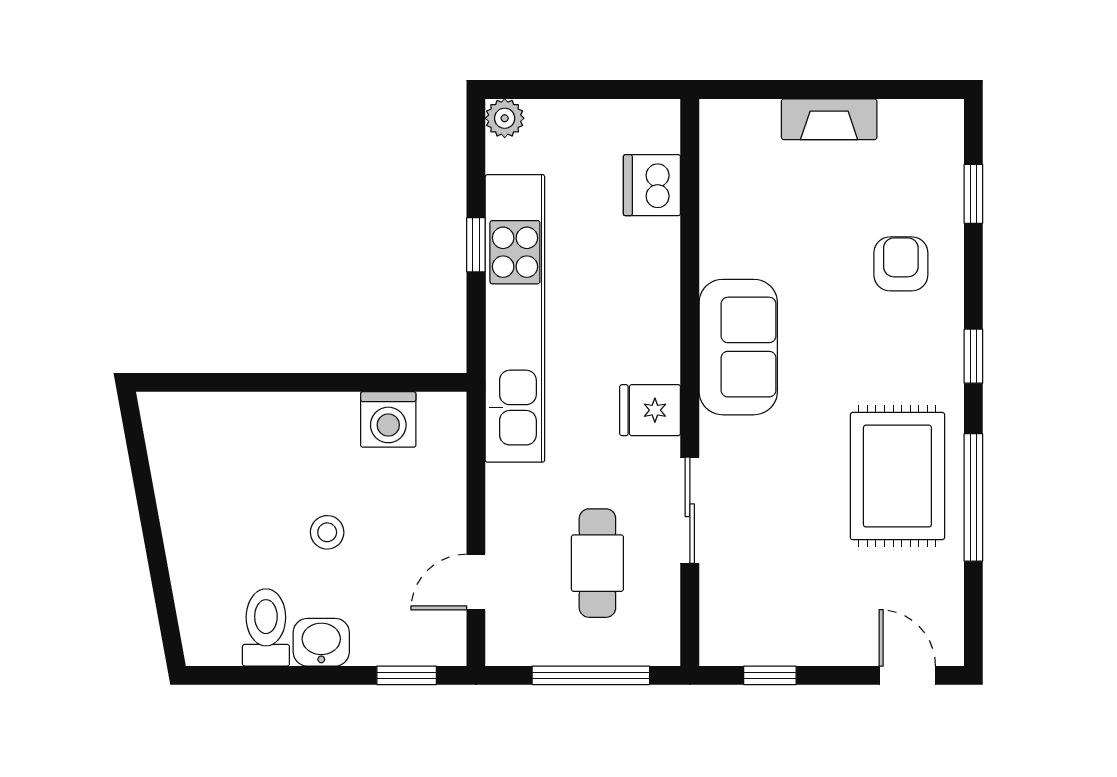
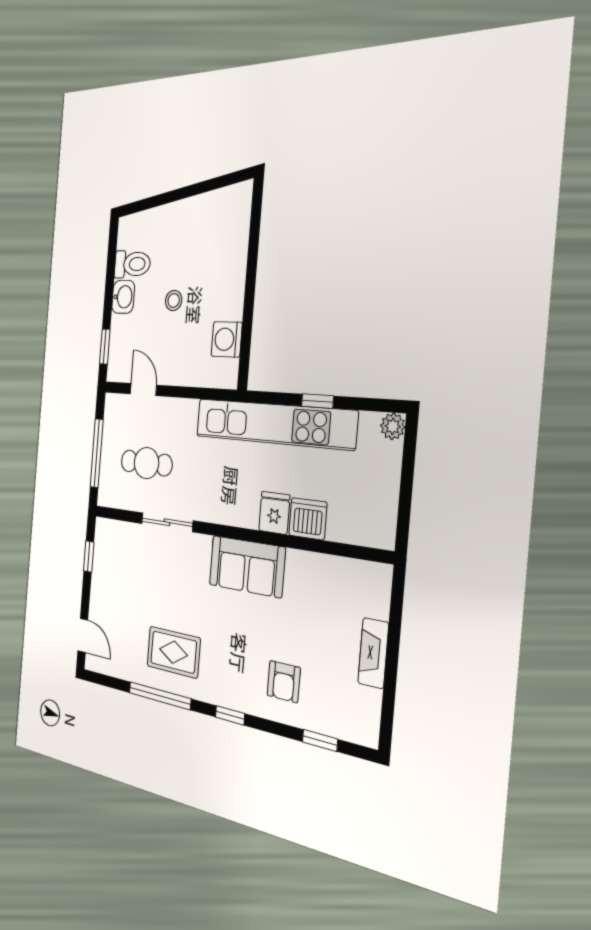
dishwasher: (652, 185) -> (308, 519), moved
armchair: (901, 264) -> (284, 682), turned 90
fridge: (650, 410) -> (274, 513), moved
rug: (897, 476) -> (173, 652), width x0.73, depth x0.70
door: (907, 675) -> (83, 635), hinge flipped

